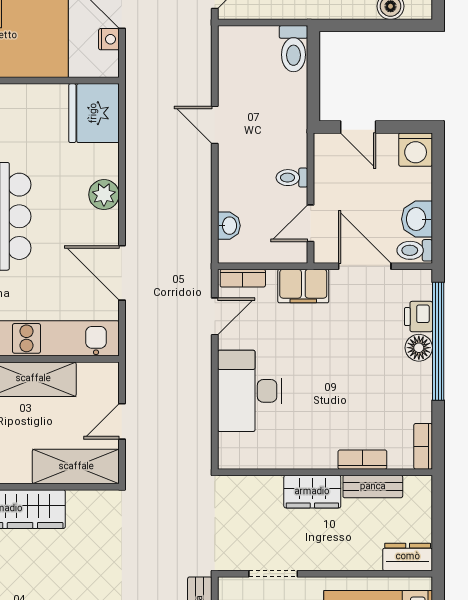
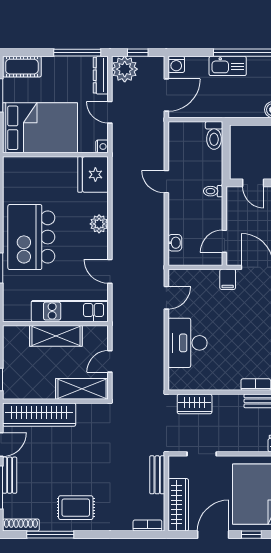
nightstand: (109, 39) -> (102, 146), moved
toilet: (292, 178) -> (213, 191), moved
door: (122, 273) -> (110, 271), width x0.73
bookcase: (243, 278) -> (183, 275), removed
filing cabinet: (303, 286) -> (228, 279), width x0.50
wardrobe: (312, 492) -> (195, 404), moved

